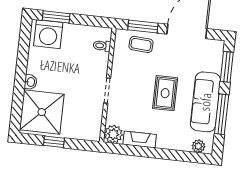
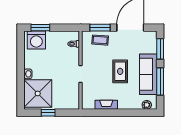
plant: (113, 134) -> (88, 103), removed

